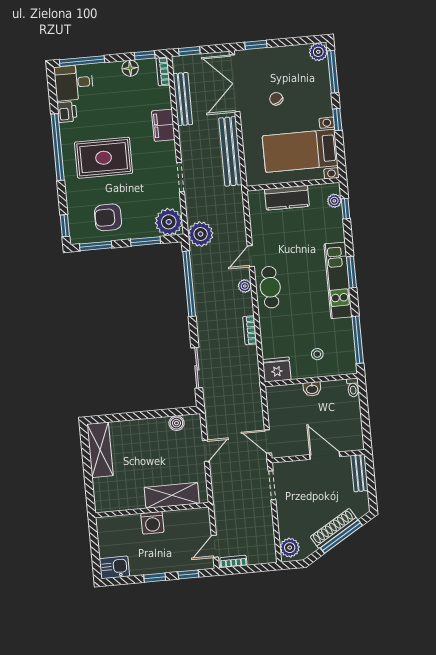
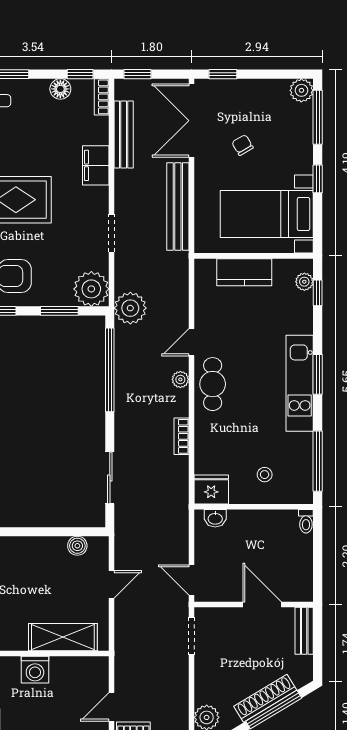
washbasin: (312, 389) -> (215, 518), moved

